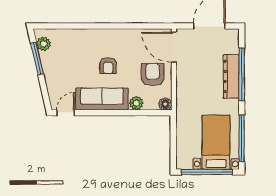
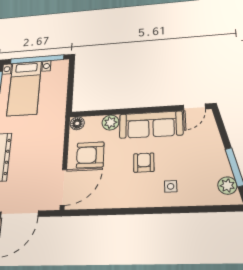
side table: (87, 45) -> (171, 186), added
door: (174, 47) -> (63, 187), hinge flipped
armchair: (153, 74) -> (90, 155), turned 90

